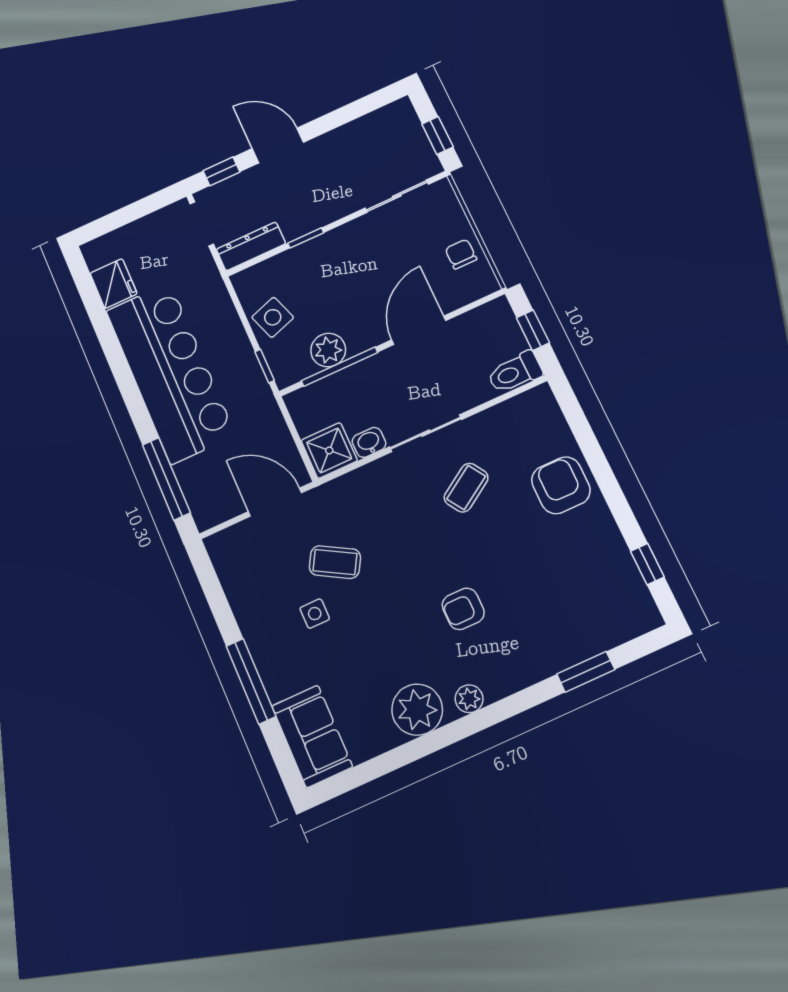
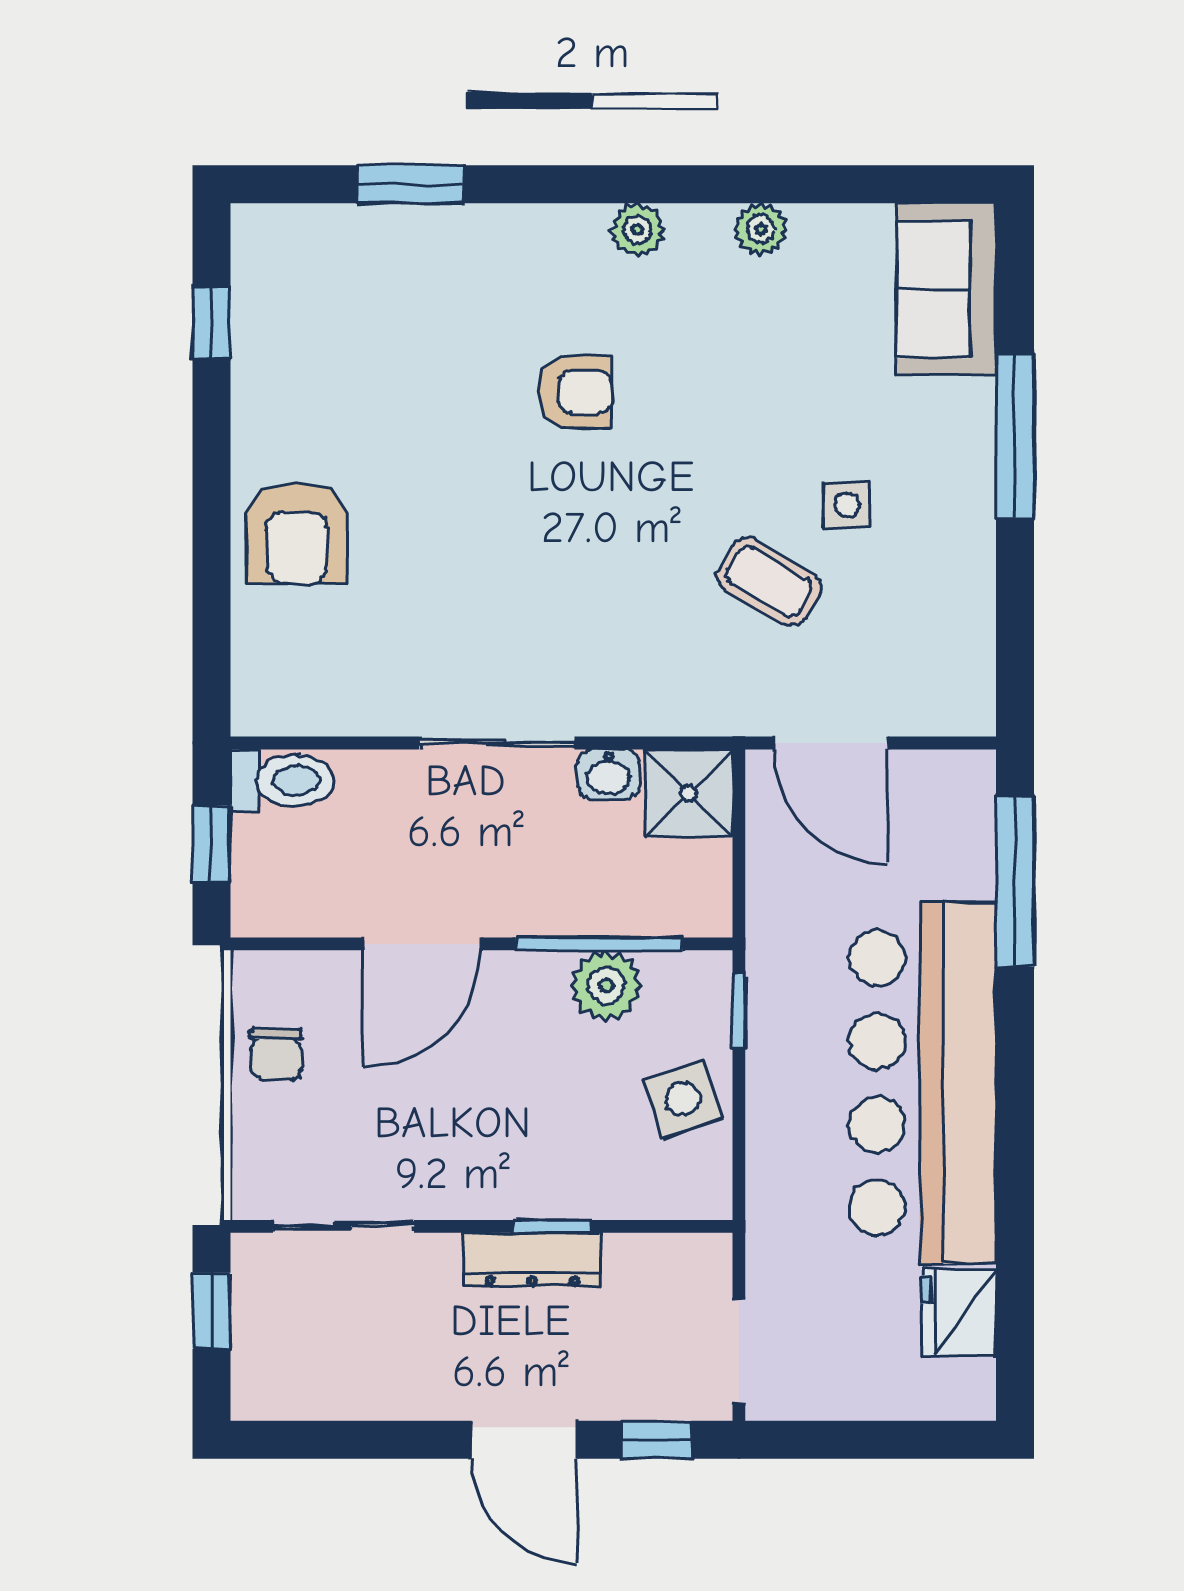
dresser: (251, 246) -> (532, 1260), moved
coffee table: (466, 488) -> (469, 608), removed
plant: (417, 710) -> (761, 229), width x0.53, depth x0.53

